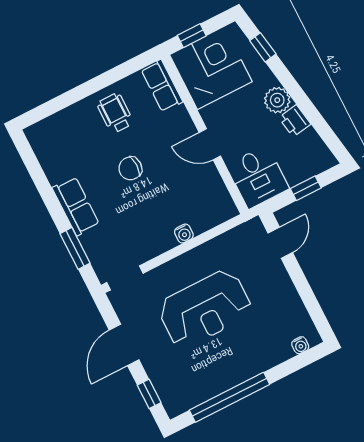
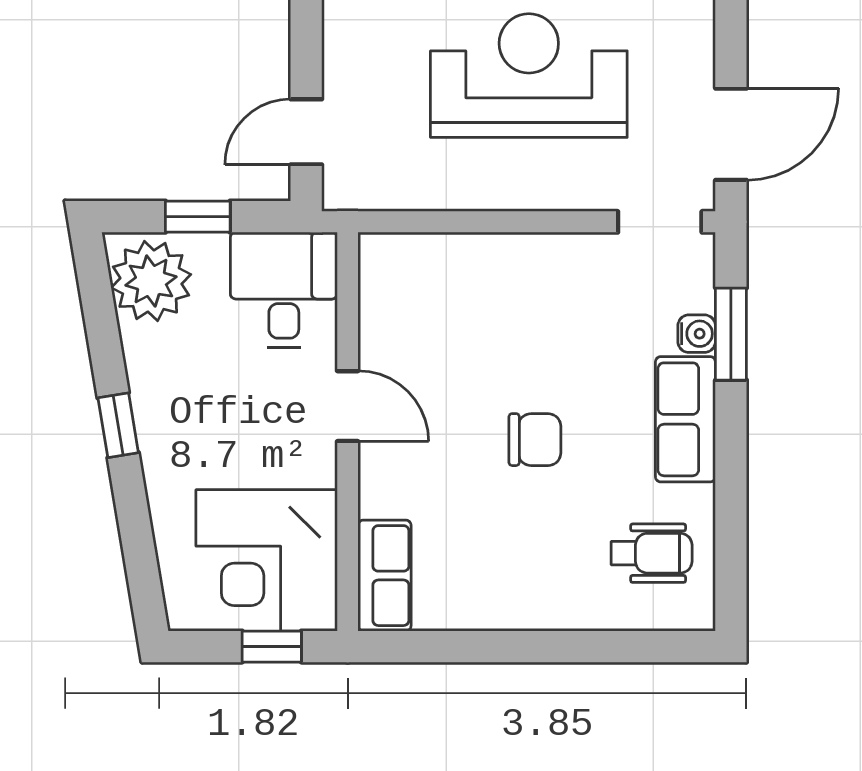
window: (263, 47) -> (118, 425), moved
plant: (277, 100) -> (151, 281), moved, width x1.36, depth x1.36
wheelchair: (115, 113) -> (652, 553), moved, turned -90
printer: (295, 121) -> (150, 366), removed
water cooler: (184, 234) -> (697, 334), moved, turned 90
door: (124, 345) -> (731, 134), moved

